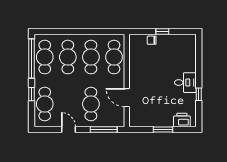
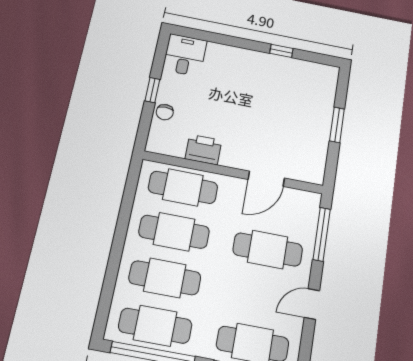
desk: (185, 83) -> (185, 55), moved
printer: (182, 120) -> (203, 150), moved, turned 90

